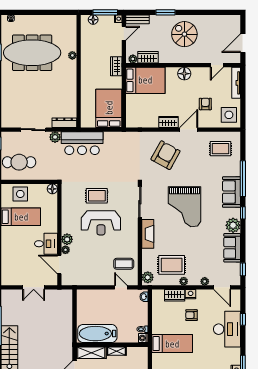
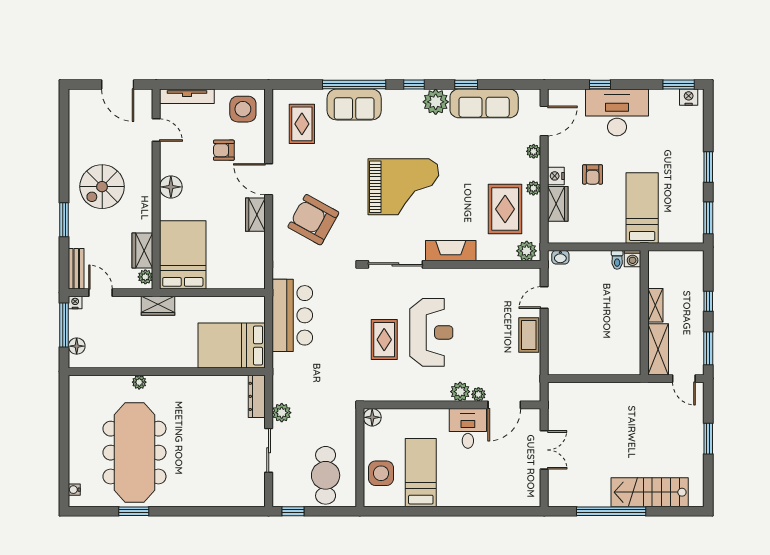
bed: (109, 108) -> (232, 346), moved
bar counter: (82, 143) -> (292, 315), moved
sofa: (232, 192) -> (354, 105), moved
sofa: (232, 248) -> (484, 103), width x1.36
coffee table: (124, 264) -> (529, 335), moved
window: (243, 269) -> (466, 85), moved
bathtub: (97, 334) -> (625, 339), removed

